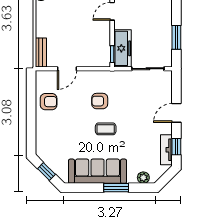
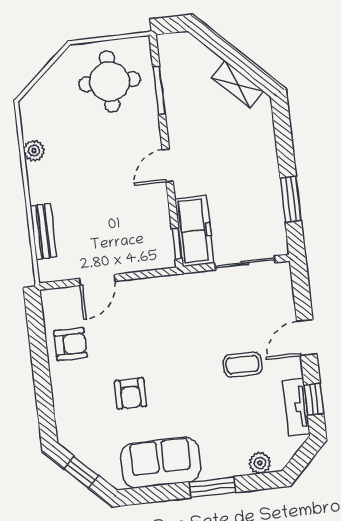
bench: (41, 52) -> (43, 231), moved
armchair: (100, 101) -> (131, 393), moved, turned -90
coffee table: (106, 129) -> (242, 365), moved
sofa: (98, 171) -> (161, 463), width x0.73

